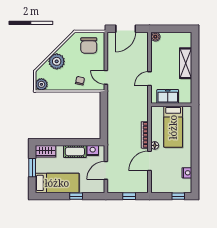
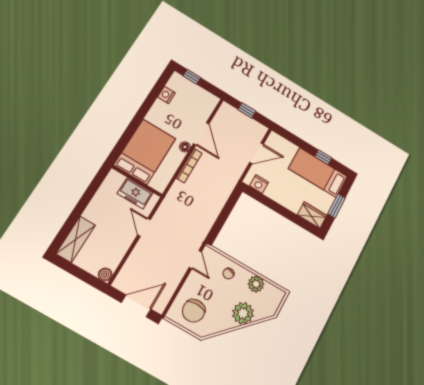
chair: (89, 46) -> (194, 311), turned 180
shelving: (186, 63) -> (76, 239), moved
door: (149, 79) -> (144, 227), swing flipped
plant: (41, 84) -> (256, 284), moved
bed: (173, 127) -> (145, 152), width x1.50
cot: (75, 151) -> (280, 195), removed
door: (149, 161) -> (201, 134), hinge flipped
window: (76, 196) -> (323, 157), moved

